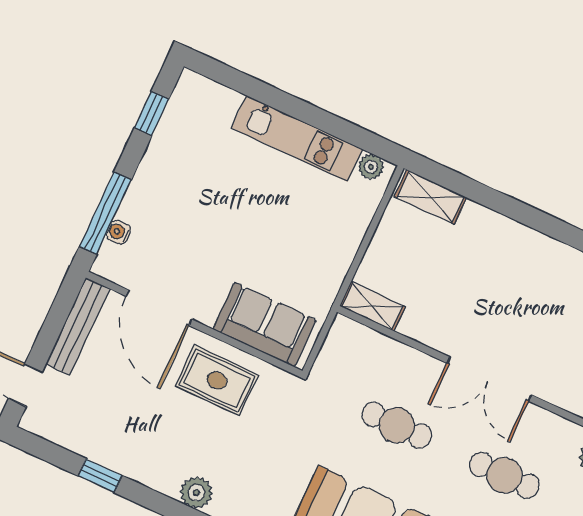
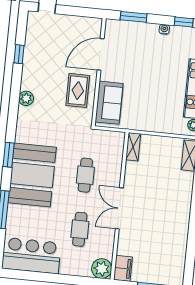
window: (105, 213) -> (134, 17), width x0.69
water cooler: (119, 232) -> (164, 29), moved
bench: (78, 326) -> (80, 22), removed

